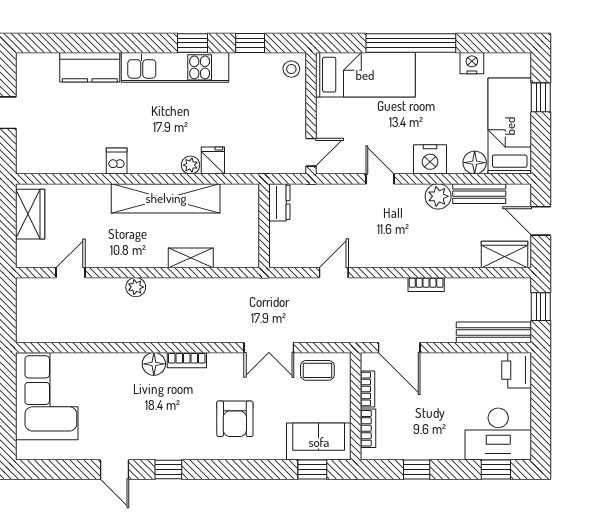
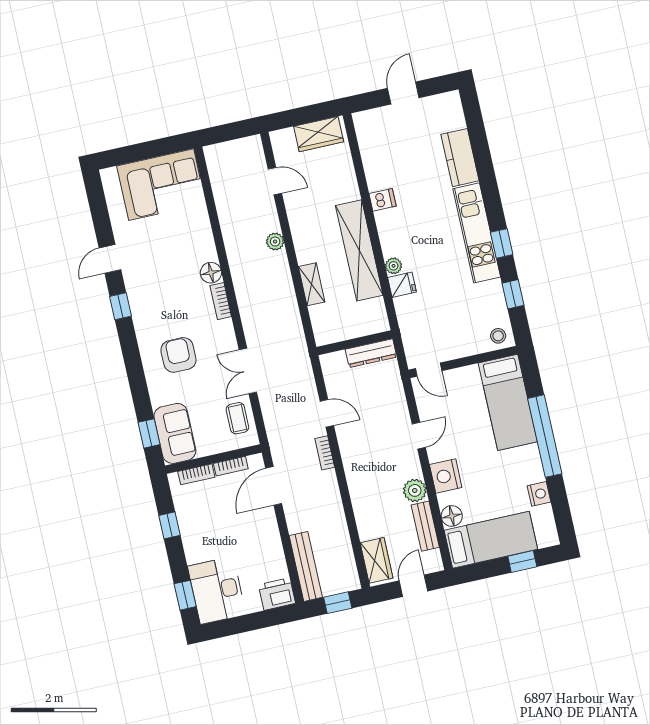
dresser: (279, 202) -> (371, 353), width x1.44
bookcase: (426, 284) -> (325, 453), moved
armchair: (235, 419) -> (178, 355), turned 90

